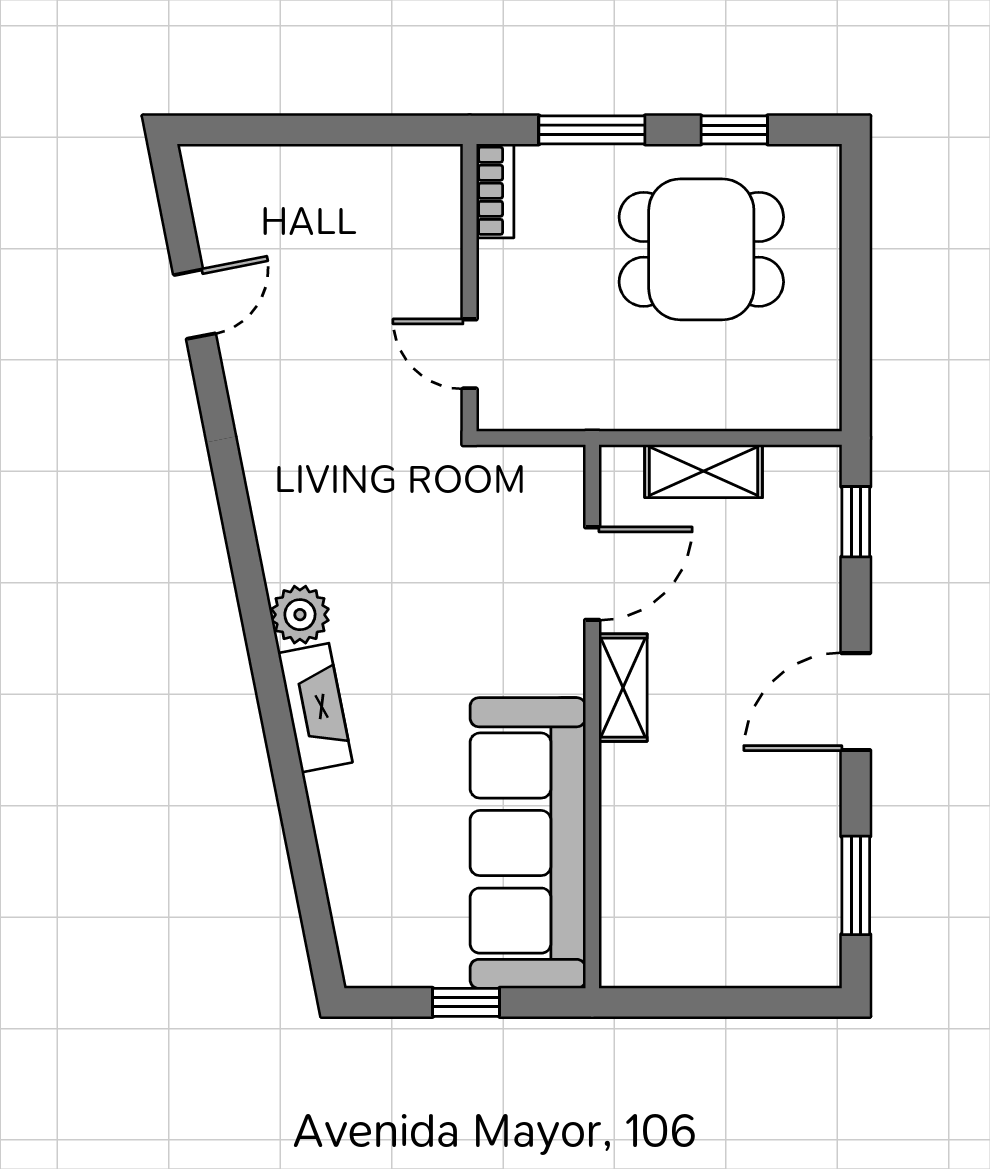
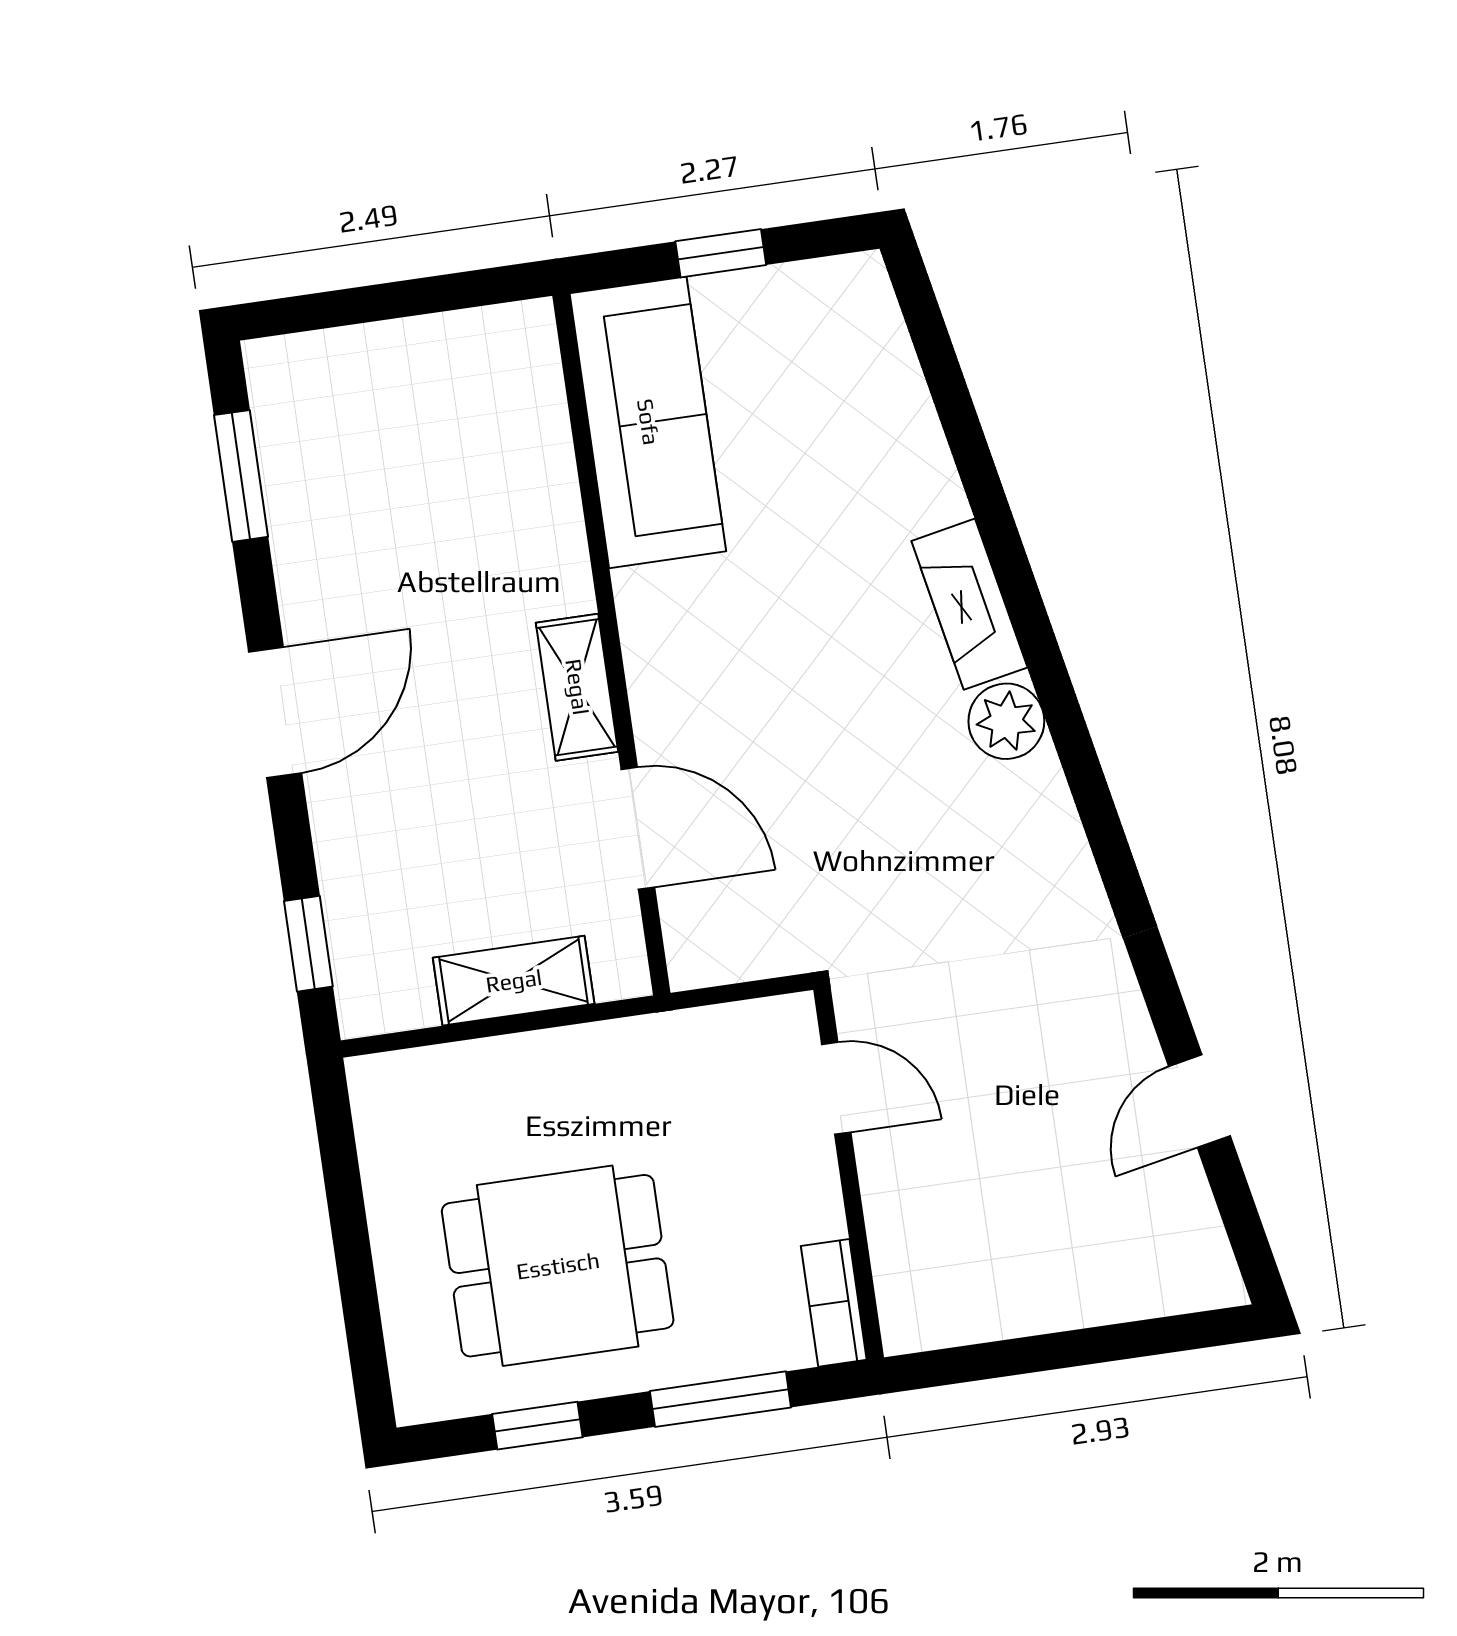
door: (592, 574) -> (638, 828), swing flipped
sofa: (528, 843) -> (648, 422), width x0.74, depth x0.79

